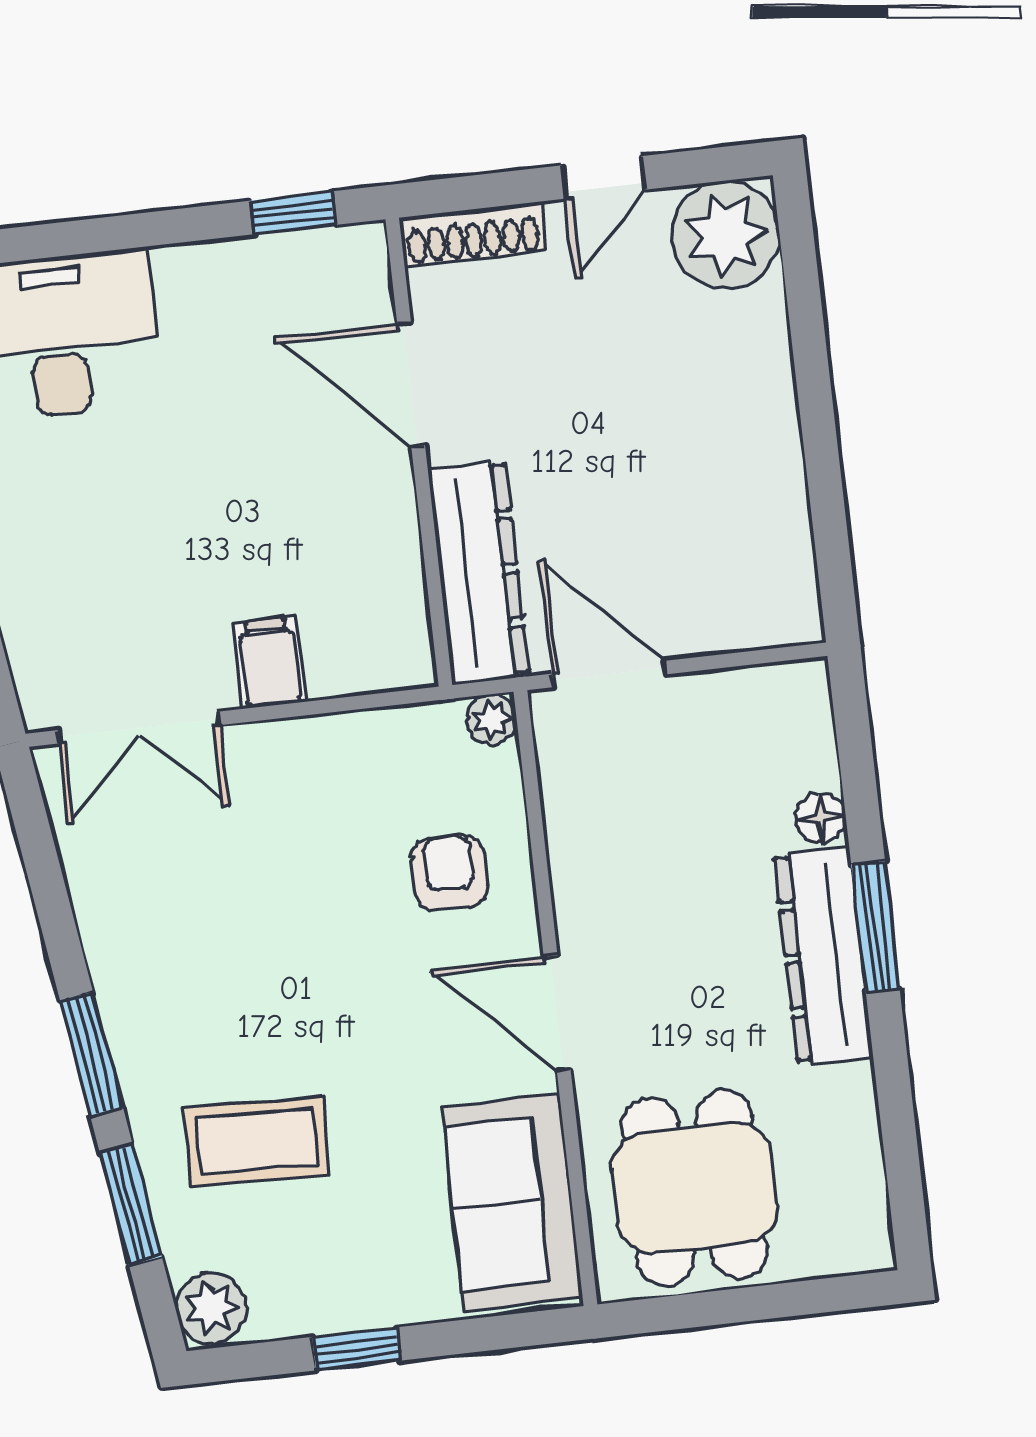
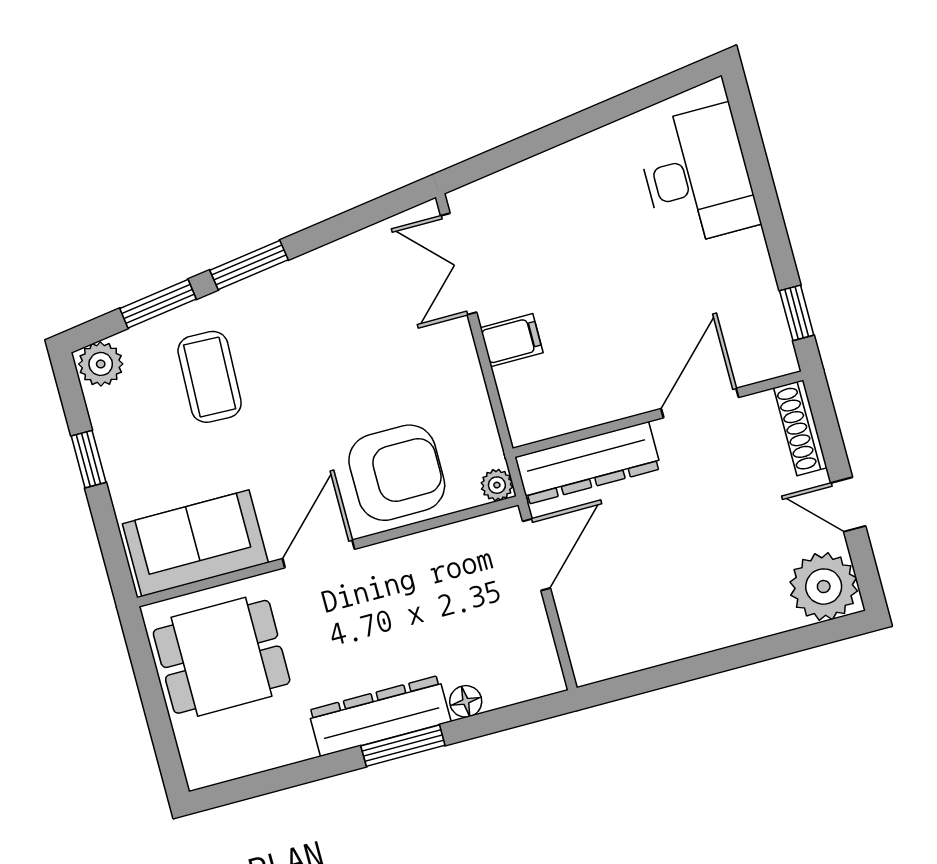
armchair: (449, 872) -> (397, 473), width x1.88, depth x1.88

